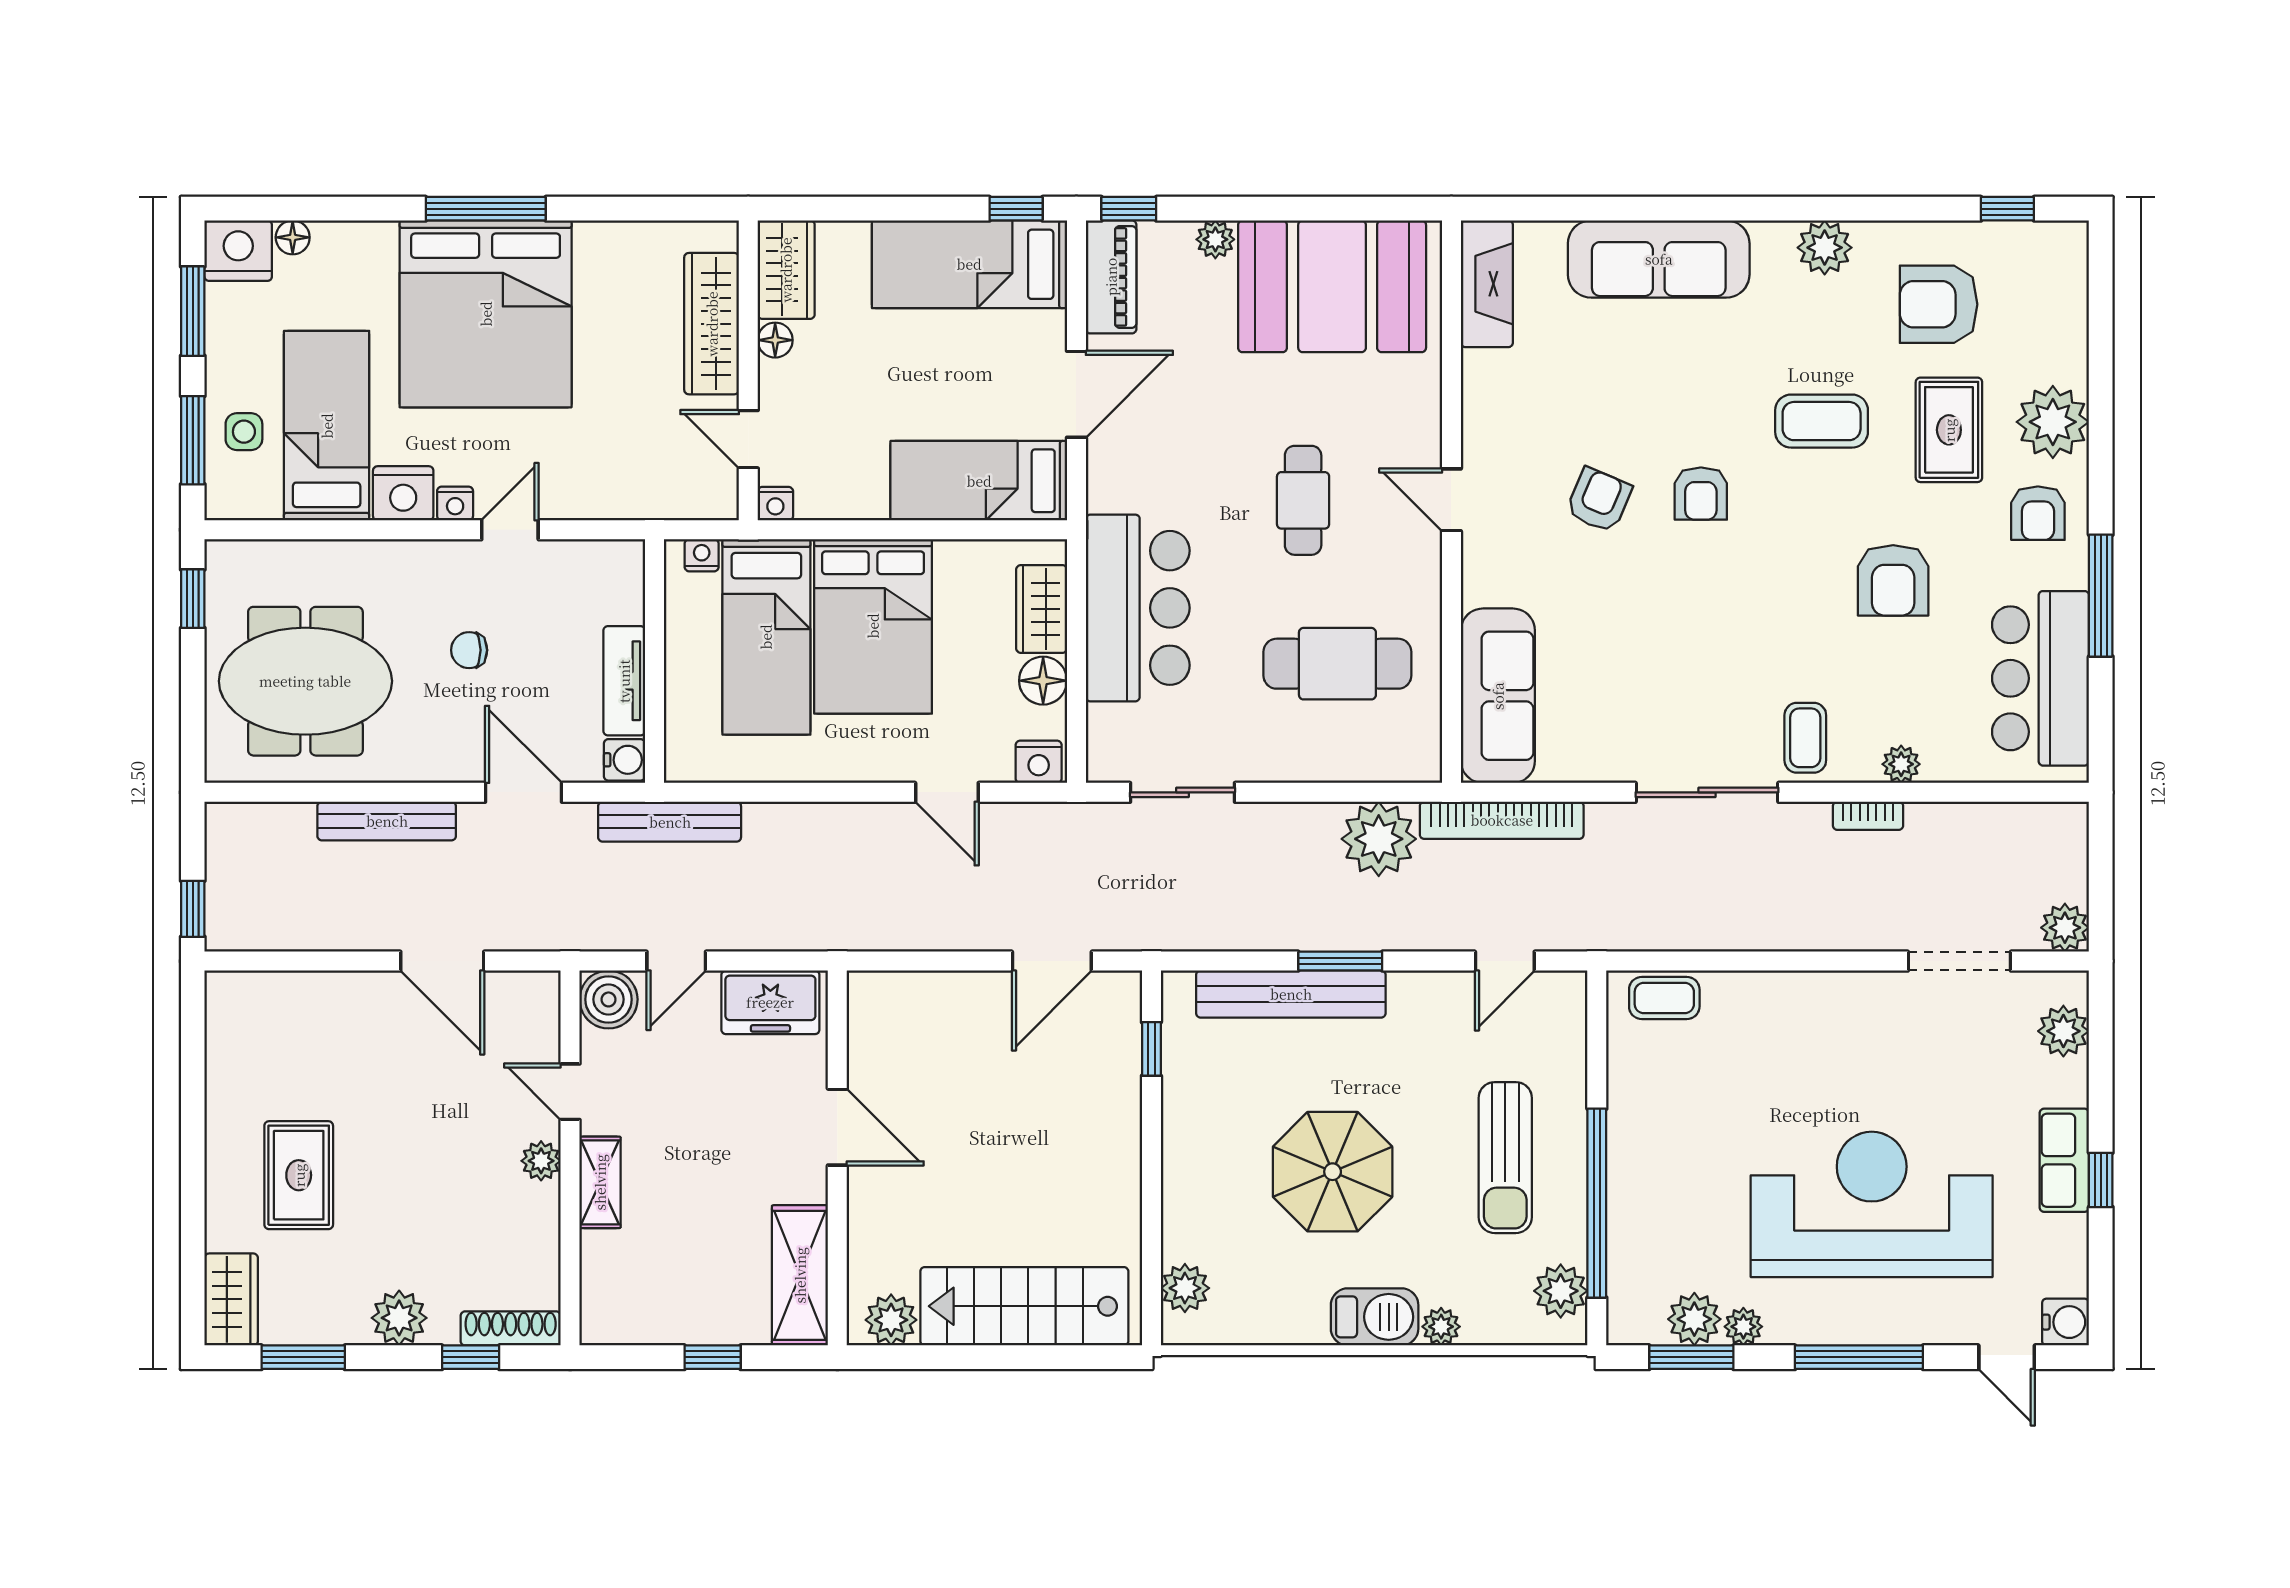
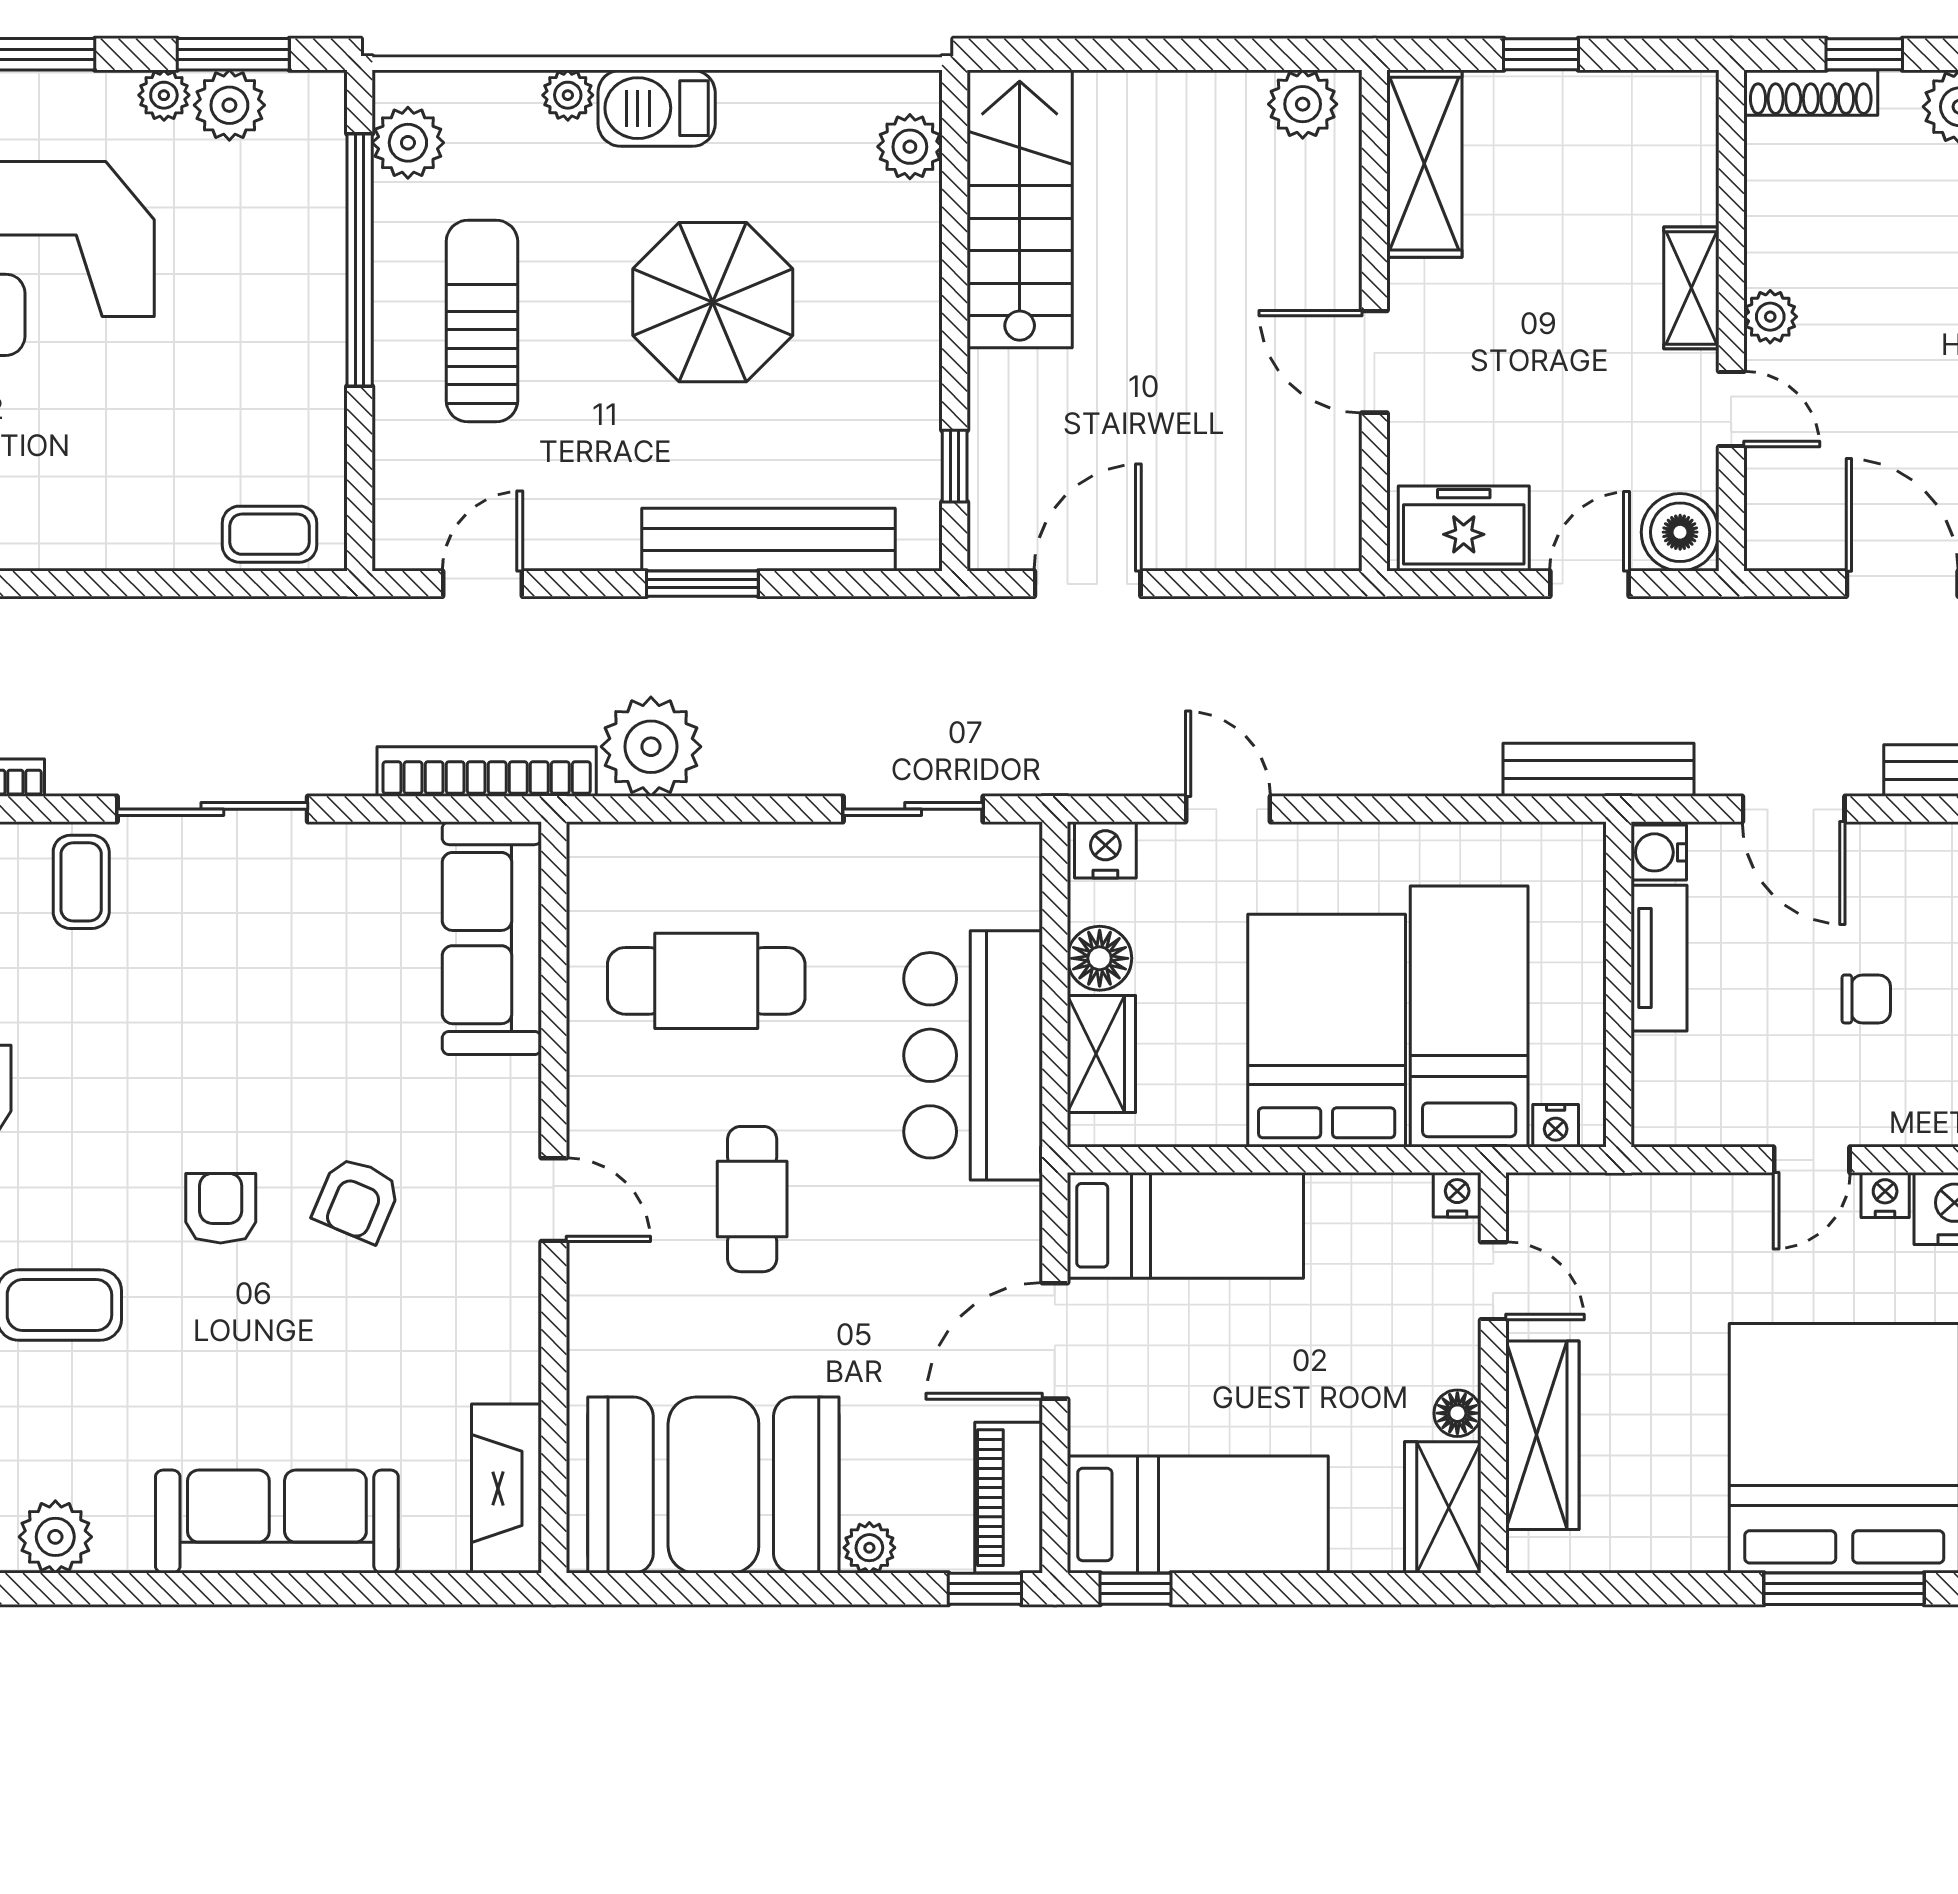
stairs: (1024, 1306) -> (1020, 209), moved, turned -90

